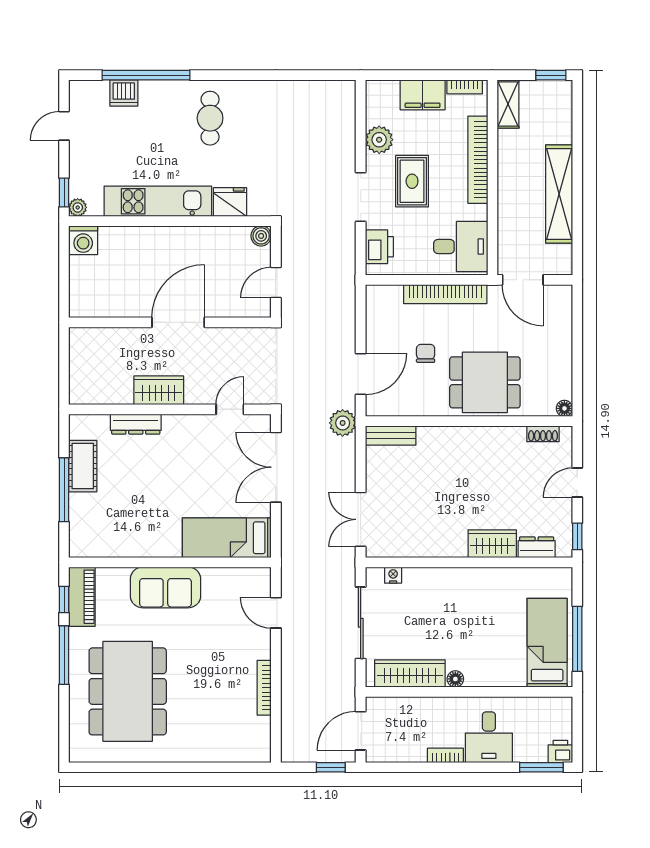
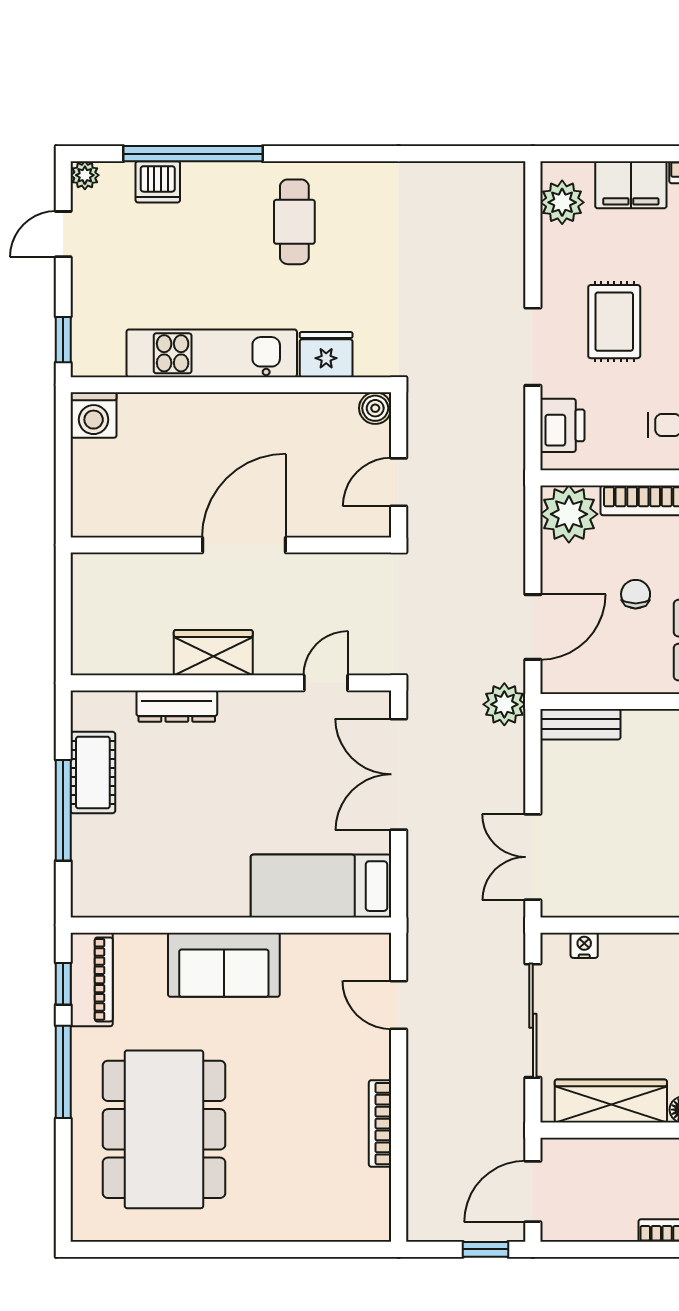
plant: (379, 140) -> (562, 202), moved
plant: (78, 207) -> (85, 175), moved
plant: (383, 303) -> (569, 514), added

